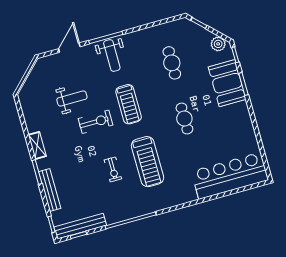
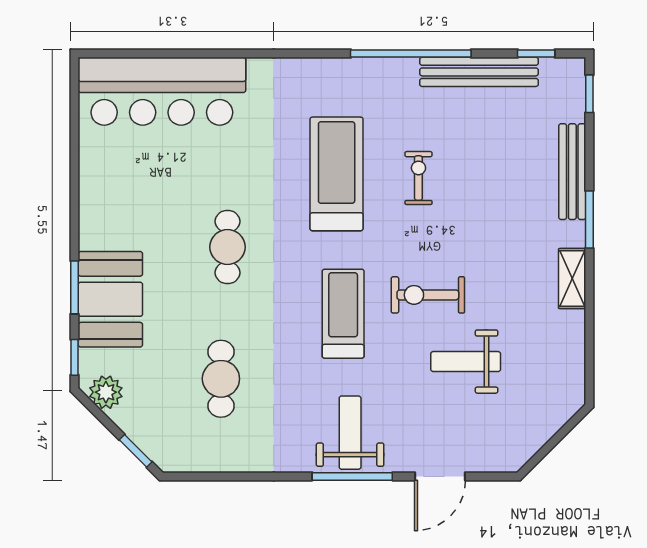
bench: (80, 226) -> (479, 72), moved

